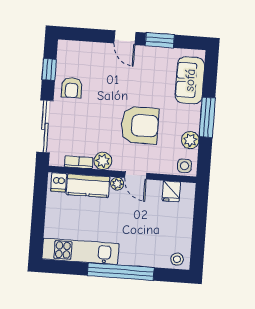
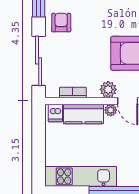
armchair: (72, 88) -> (61, 23), turned 180
plant: (103, 161) -> (108, 89), moved

